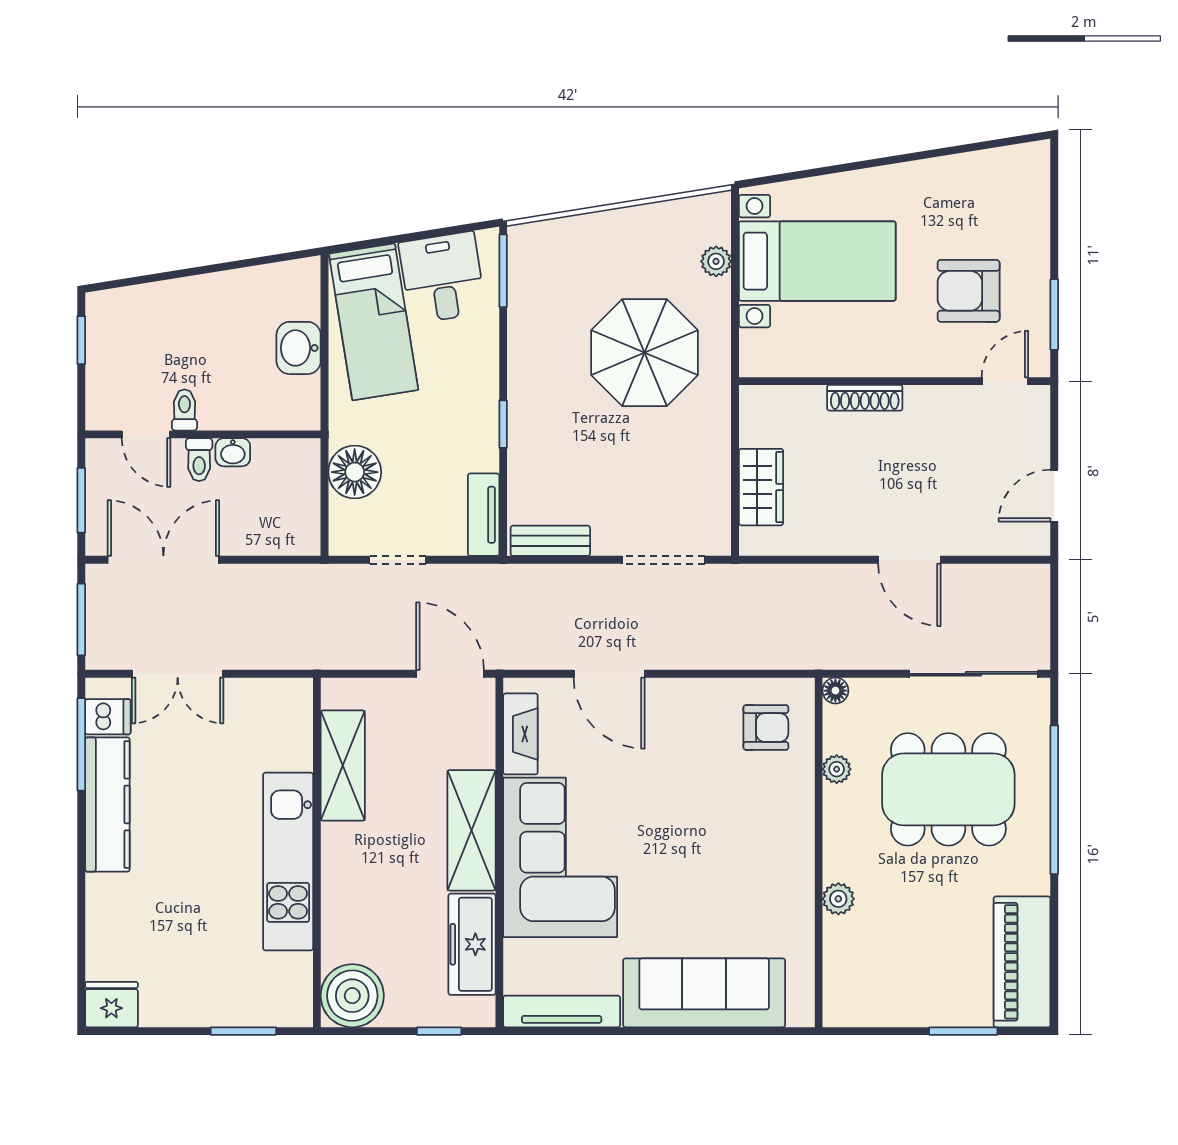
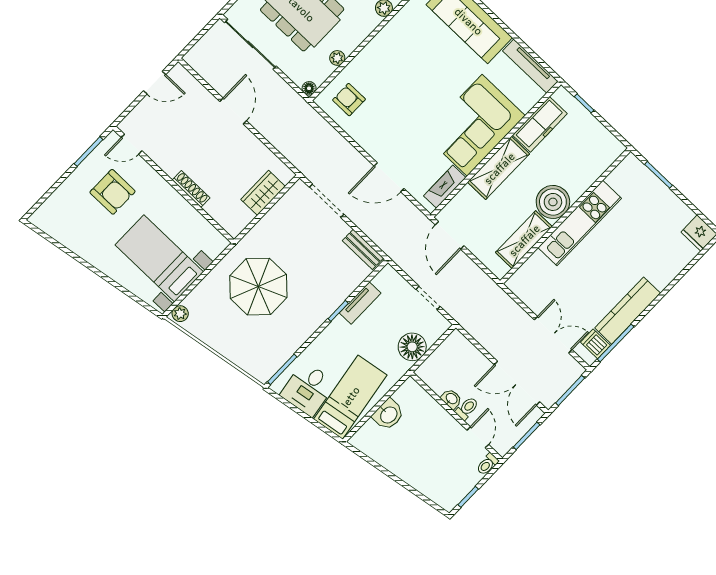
plant: (716, 261) -> (180, 314), moved
toilet: (184, 410) -> (487, 464), moved
tv unit: (484, 515) -> (360, 303), moved
door: (609, 674) -> (389, 177), swing flipped
boiler: (352, 996) -> (553, 202), moved

